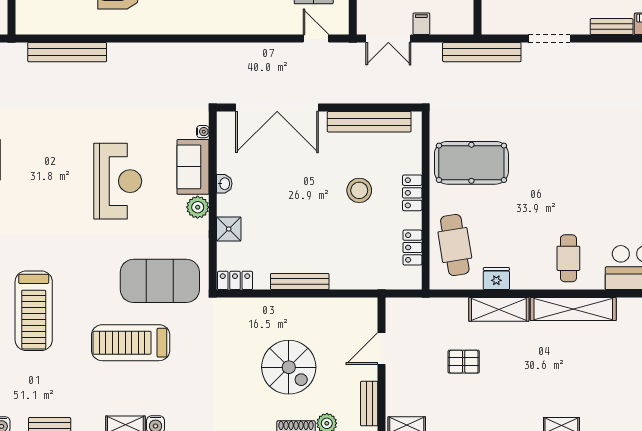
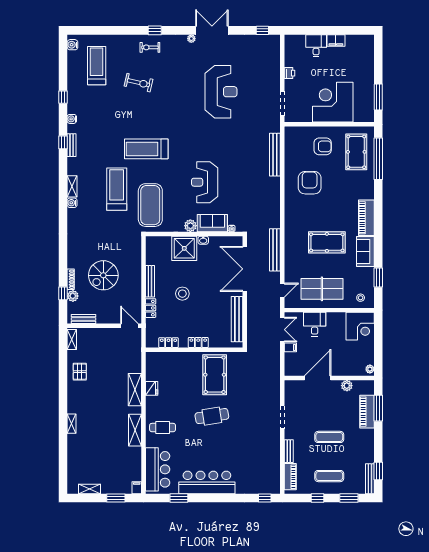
double door: (388, 38) -> (282, 330), swing flipped
bench: (482, 52) -> (275, 250), moved
reception desk: (118, 181) -> (205, 182), turned 90
stool: (359, 190) -> (182, 294), moved
shower: (229, 229) -> (184, 248), width x1.86, depth x1.86
cafe table: (455, 245) -> (212, 416), moved
locker: (235, 280) -> (151, 308), moved
shelving: (573, 309) -> (135, 430), width x0.68
treadmill: (34, 311) -> (146, 149), moved
door: (382, 349) -> (129, 326), moved
pallet: (464, 362) -> (80, 372), moved

